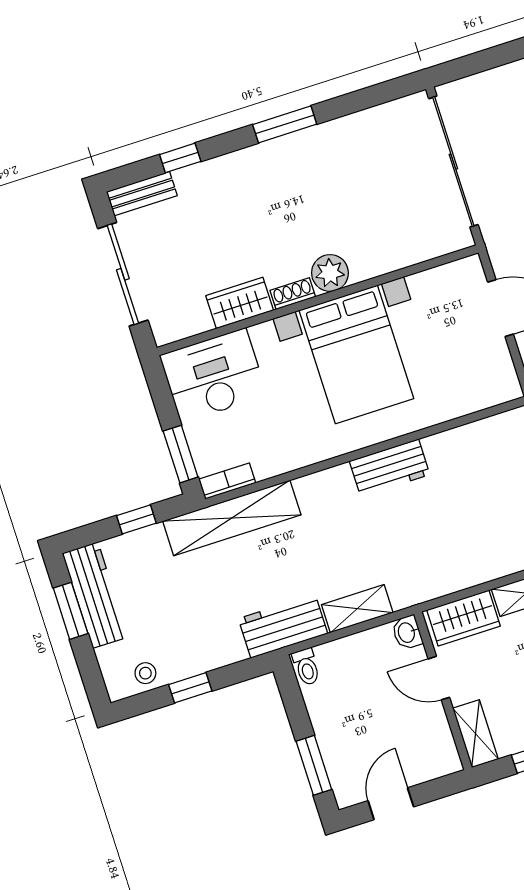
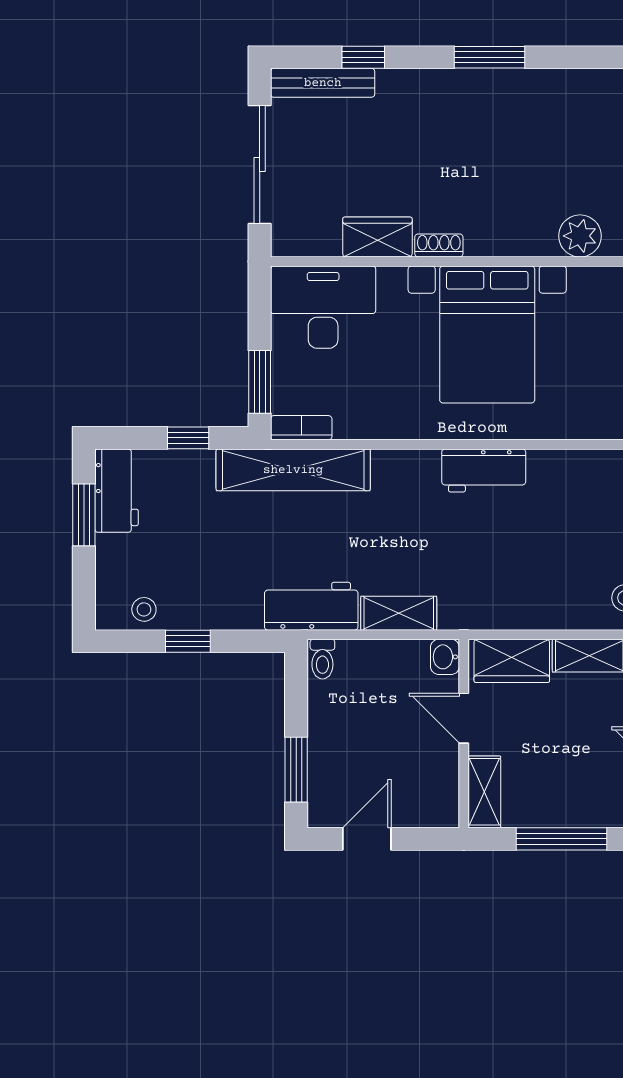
bench: (142, 194) -> (323, 83), width x1.36
plant: (330, 273) -> (580, 236), moved
workbench: (95, 595) -> (117, 491), width x0.73

